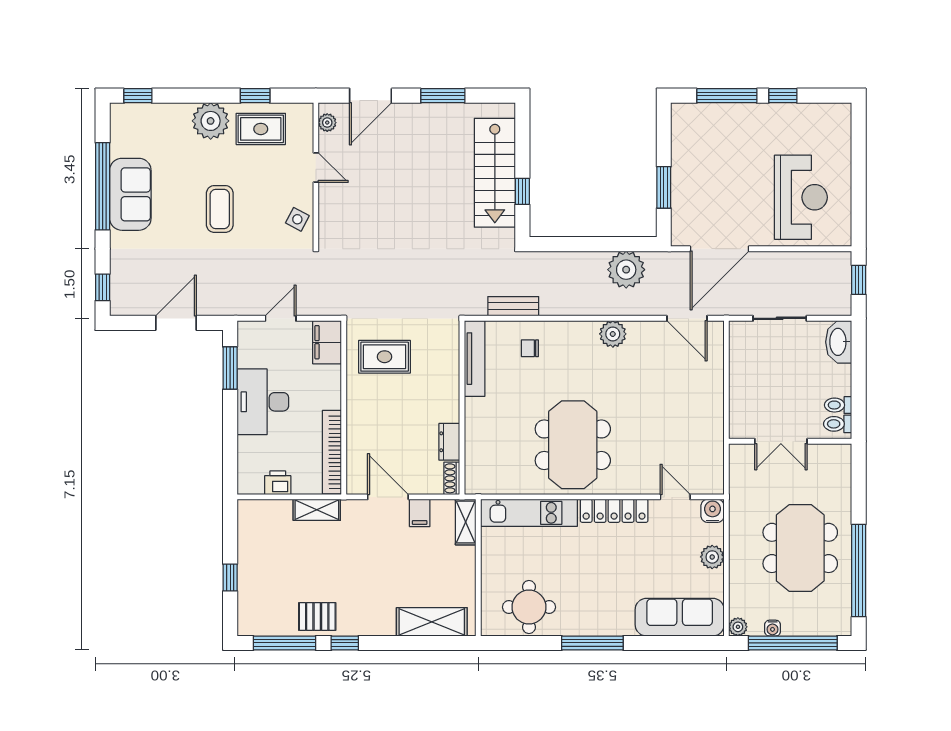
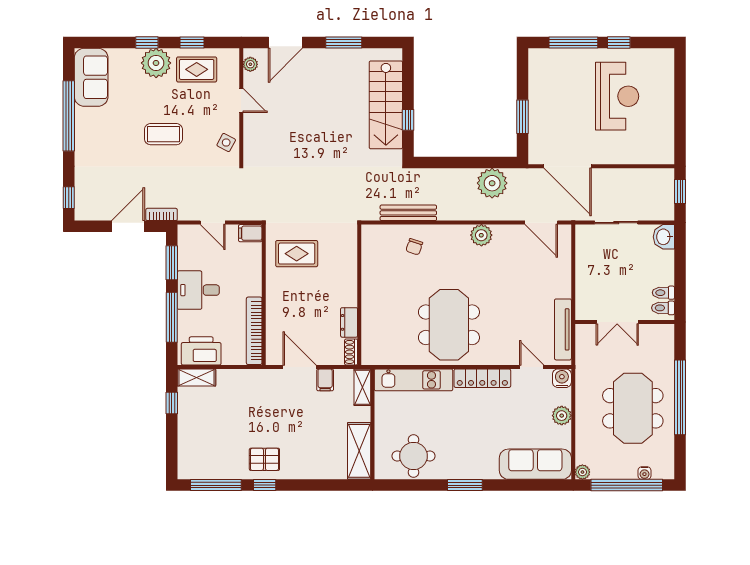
window: (138, 96) -> (147, 43), moved
sofa: (130, 194) -> (91, 77), moved
reception desk: (801, 197) -> (617, 96), moved
coffee table: (220, 209) -> (163, 134), turned 90
door: (719, 249) -> (568, 166), hinge flipped
bench: (513, 306) -> (408, 213), width x1.36
bookcase: (217, 308) -> (162, 214), added
door: (281, 318) -> (213, 223), swing flipped
filing cabinet: (327, 342) -> (250, 233), width x0.50
washbasin: (839, 342) -> (664, 237), width x0.72
chair: (530, 348) -> (414, 247), turned -72
tv unit: (475, 359) -> (563, 329), moved, turned 180
desk: (263, 402) -> (198, 290), width x0.73
window: (230, 435) -> (172, 317), added
printer: (278, 483) -> (201, 351), width x1.87, depth x1.48
shelving: (317, 510) -> (197, 377), moved
window: (859, 571) -> (680, 397), moved
window: (230, 578) -> (172, 403), moved
pallet: (317, 616) -> (264, 459), moved
shelving: (432, 622) -> (359, 451), moved, turned 90
water cooler: (773, 628) -> (644, 473), moved
window: (592, 643) -> (465, 485), width x0.69

